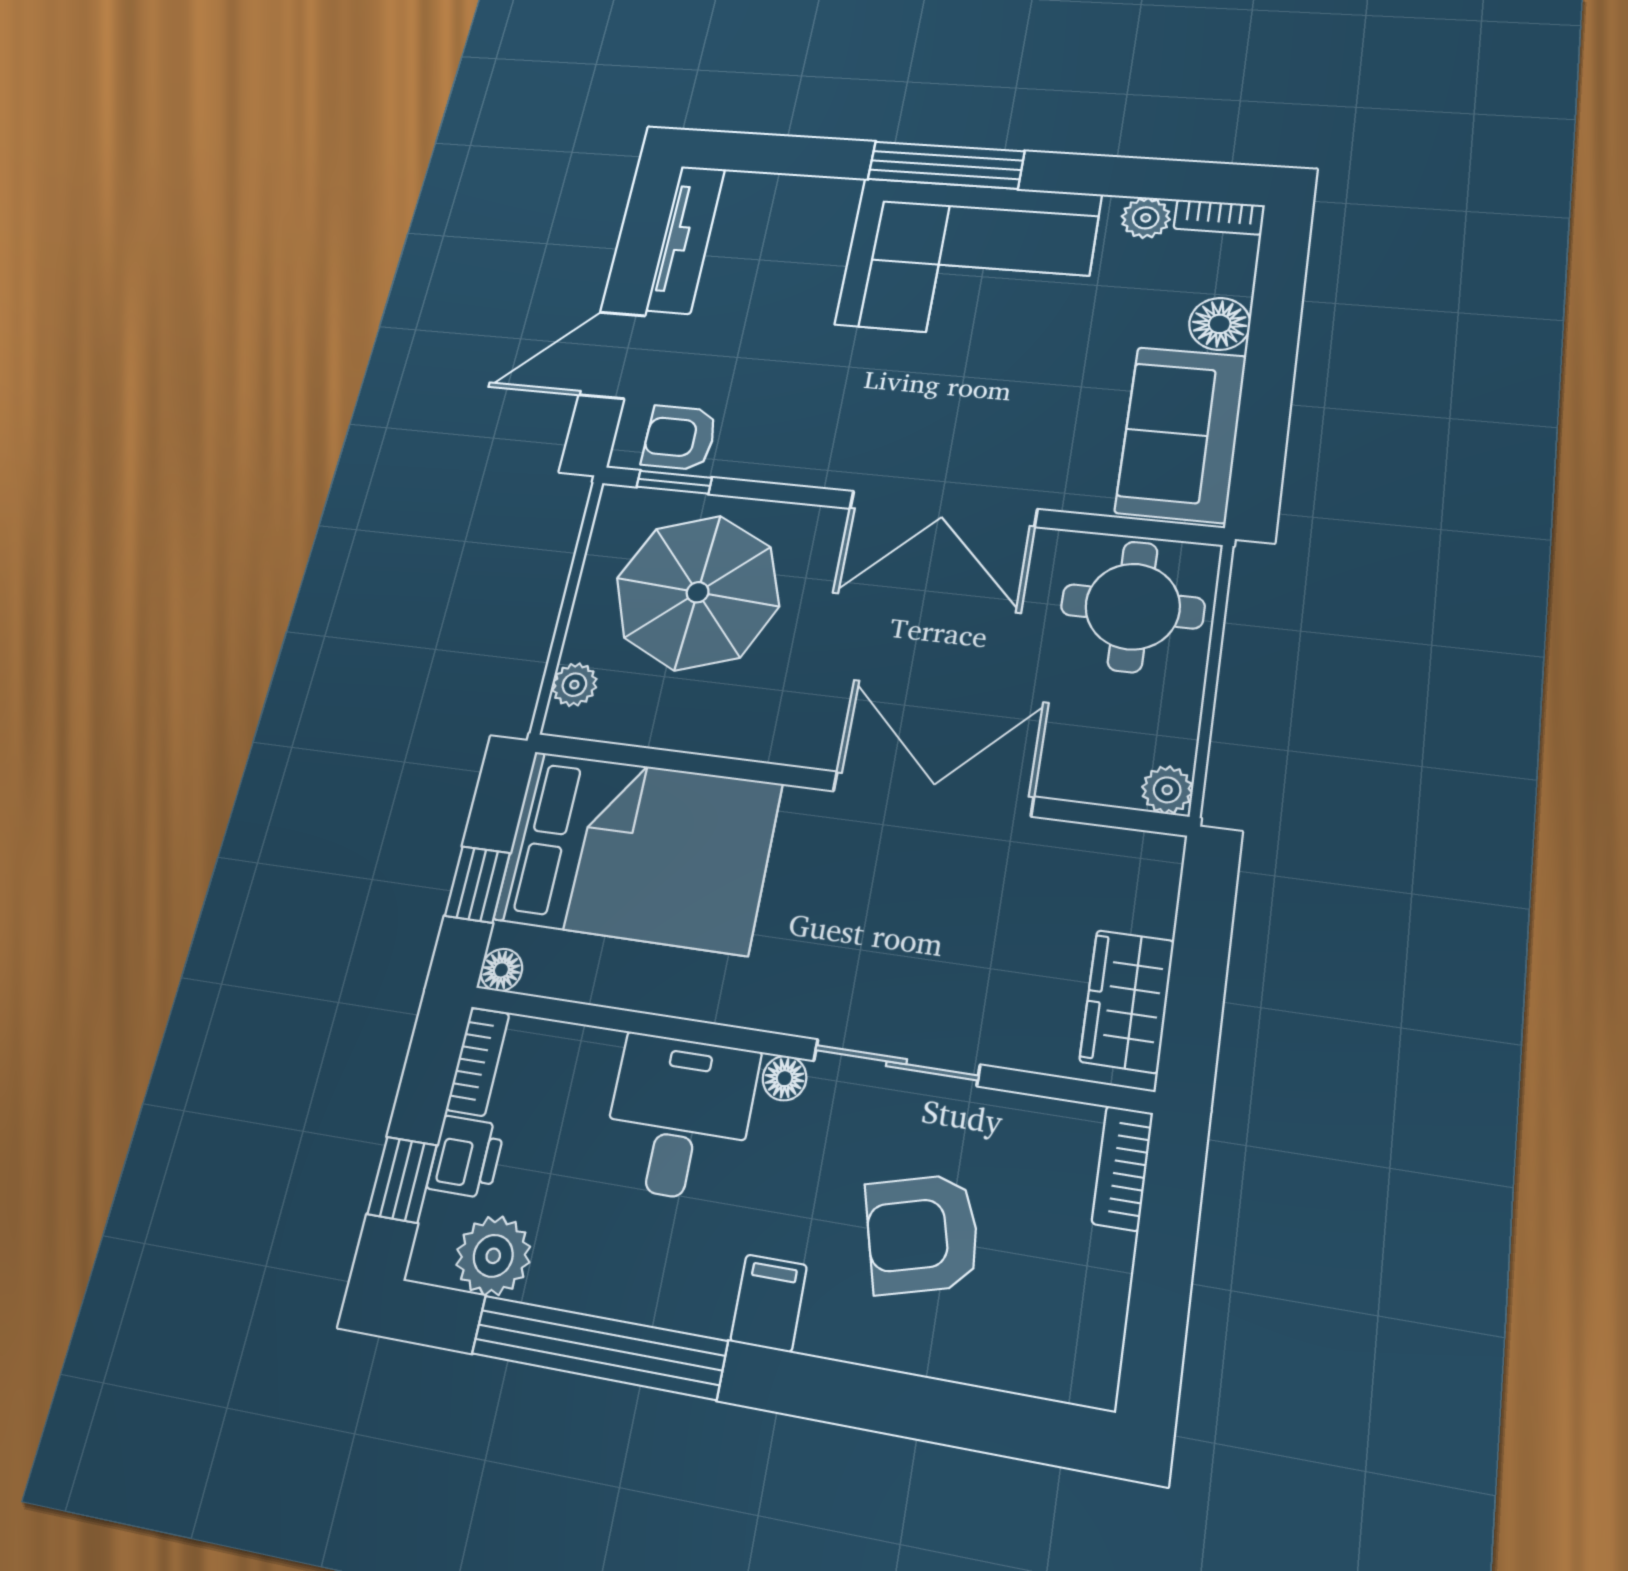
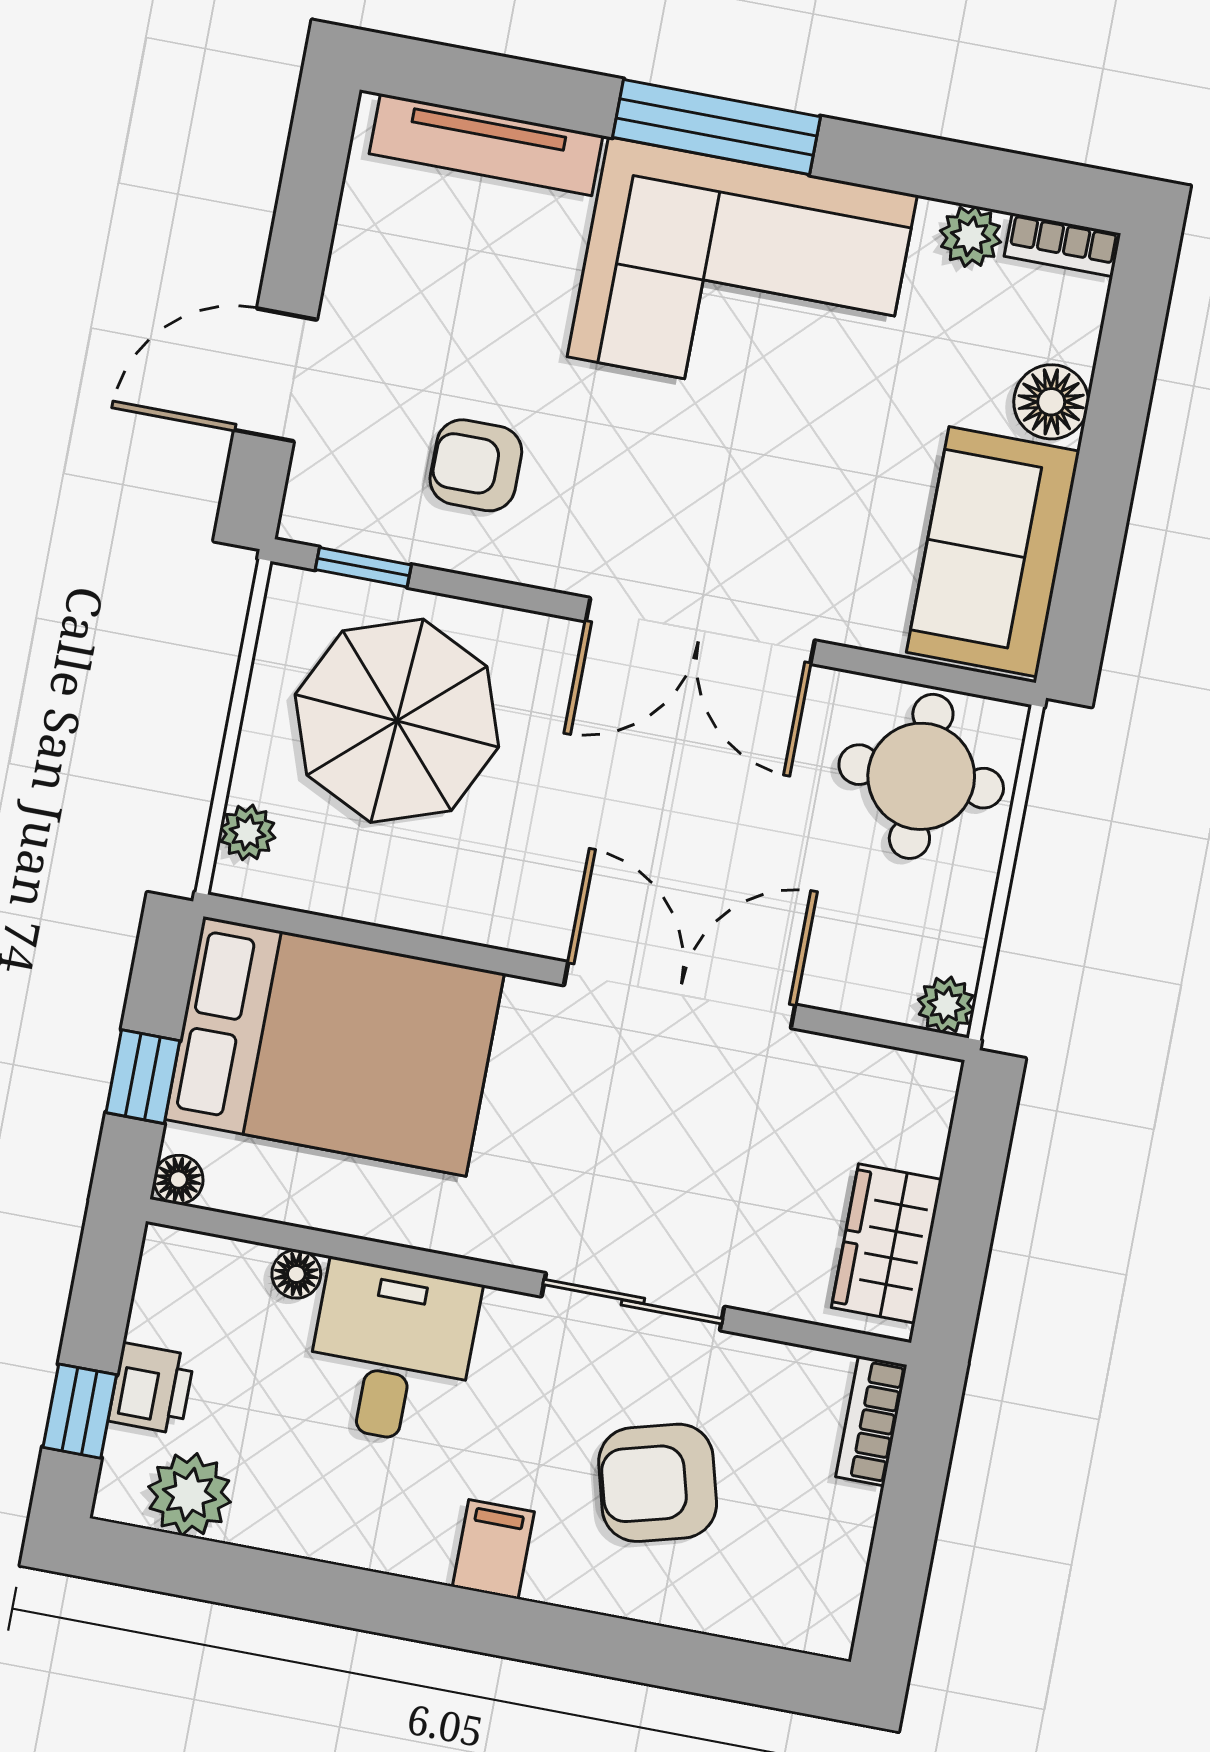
tv unit: (686, 239) -> (486, 145), moved, turned 90
armchair: (680, 438) -> (476, 465), moved
bookcase: (478, 1061) -> (158, 1283), removed
floor lamp: (785, 1078) -> (296, 1274), moved
window: (599, 1347) -> (311, 1590), removed

